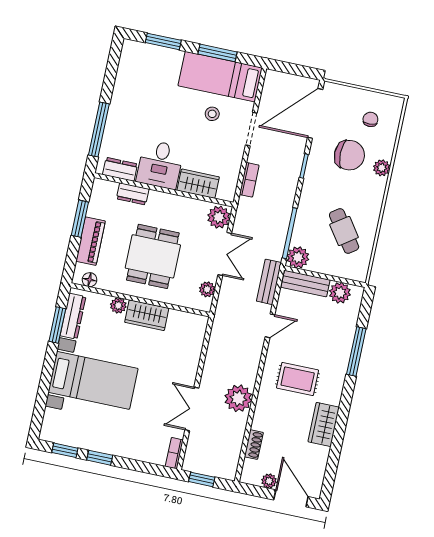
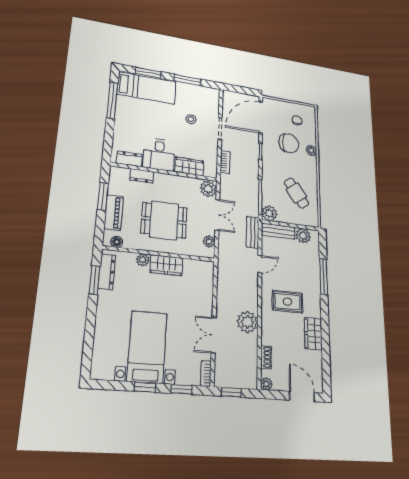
bed: (220, 77) -> (147, 88), moved, turned 180
window: (99, 130) -> (112, 100), moved
dining table: (153, 256) -> (164, 220), turned 90
bed with nightstands: (93, 380) -> (147, 347), moved, turned -90
window: (65, 450) -> (182, 389), moved
plant: (269, 481) -> (266, 384), moved

